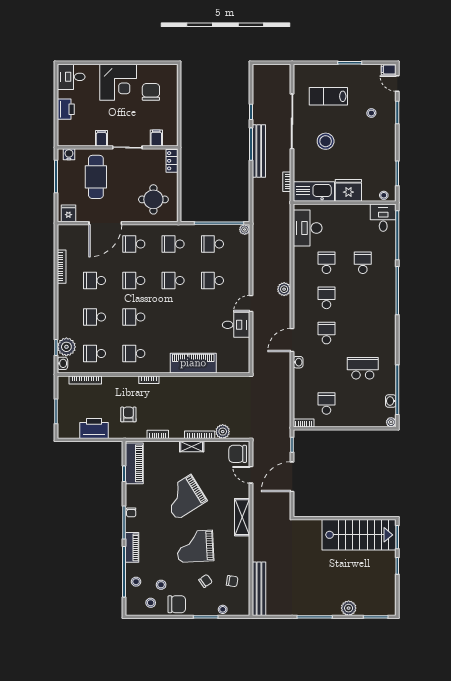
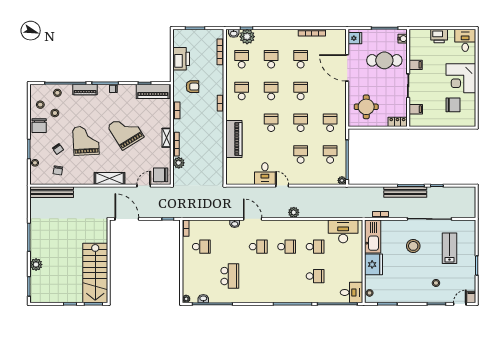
school desk: (134, 244) -> (271, 123), moved
chair: (238, 454) -> (161, 175), turned -90
door: (292, 477) -> (127, 219), moved

